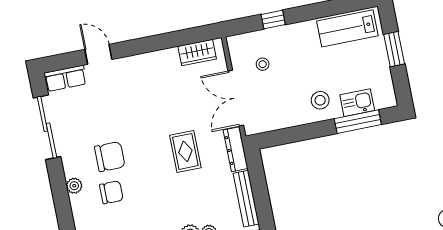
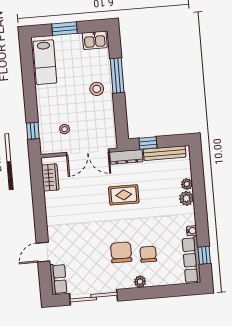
window: (273, 19) -> (33, 131), moved
kitchen sink: (357, 103) -> (95, 40), moved, turned -90
window: (358, 122) -> (117, 76), moved
window: (257, 175) -> (148, 143), added

